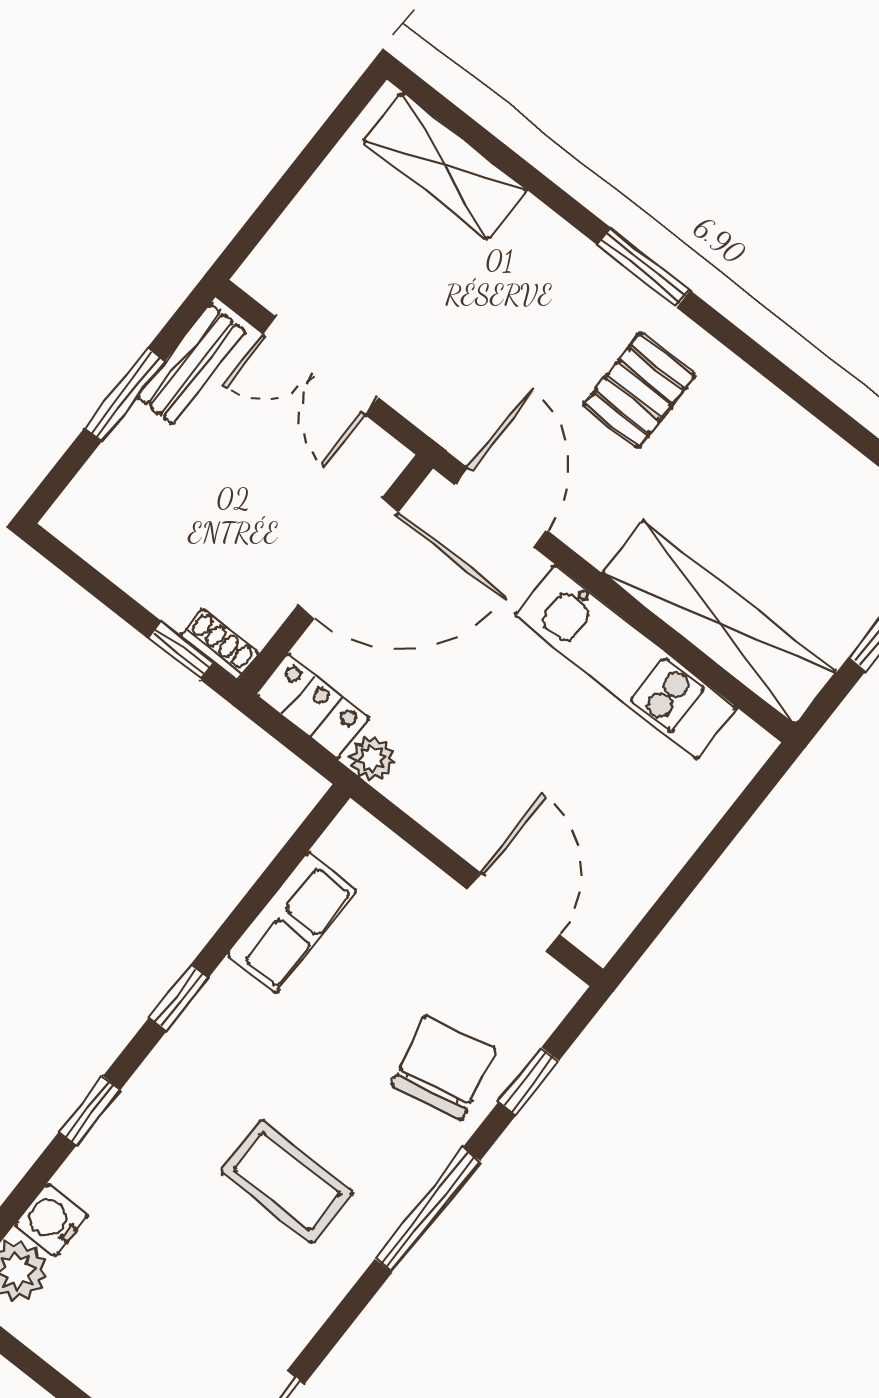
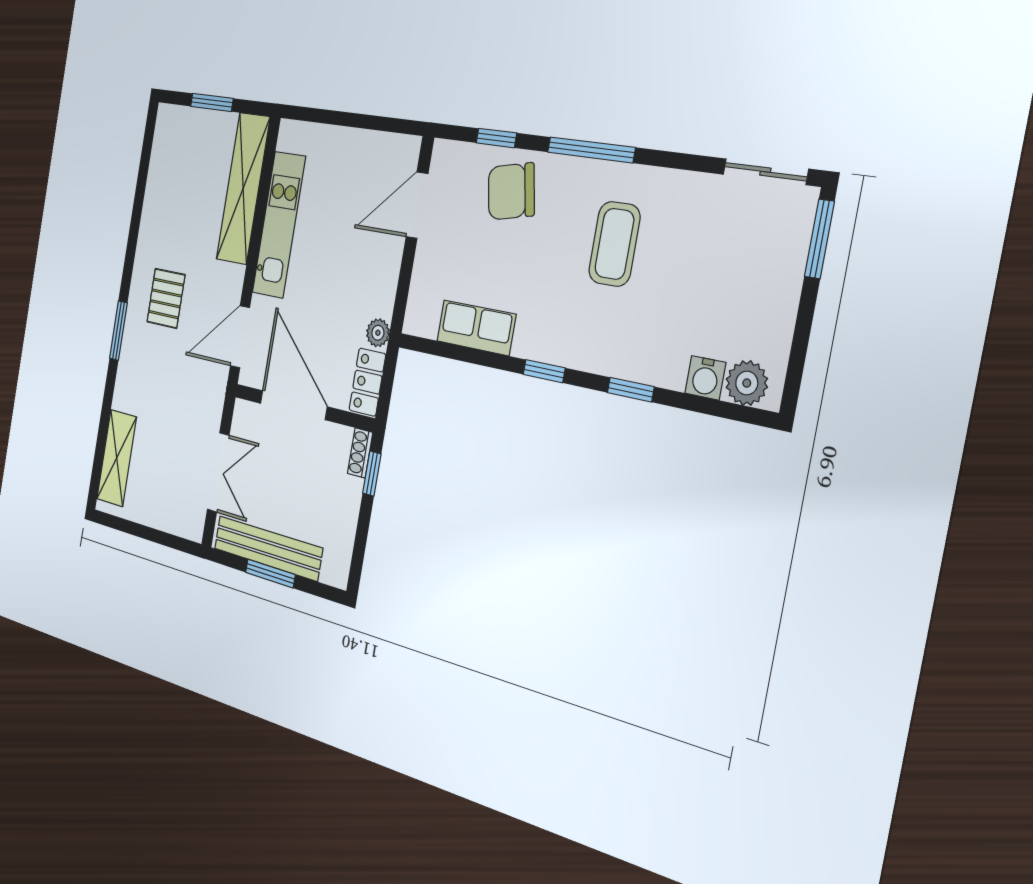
bench: (192, 364) -> (268, 548), width x1.86, depth x1.21
pallet: (639, 390) -> (166, 298), turned 90

